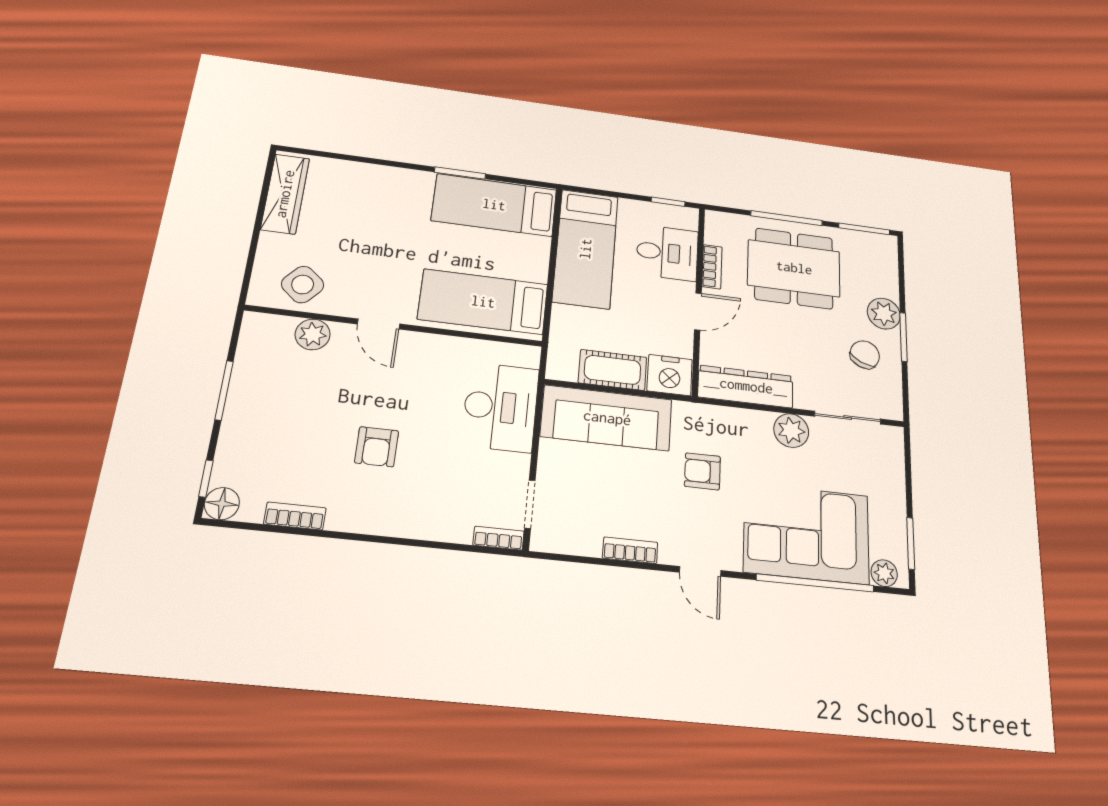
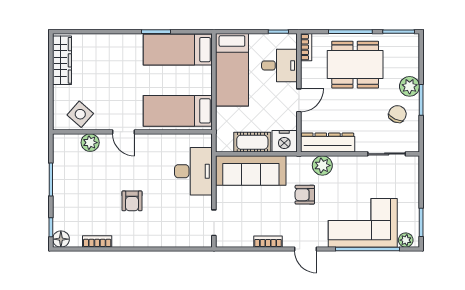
bookcase: (712, 267) -> (306, 47), moved
plant: (791, 431) -> (322, 165), moved
bookcase: (499, 538) -> (200, 242), removed

